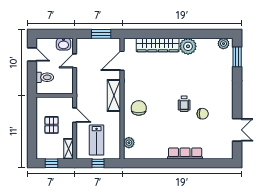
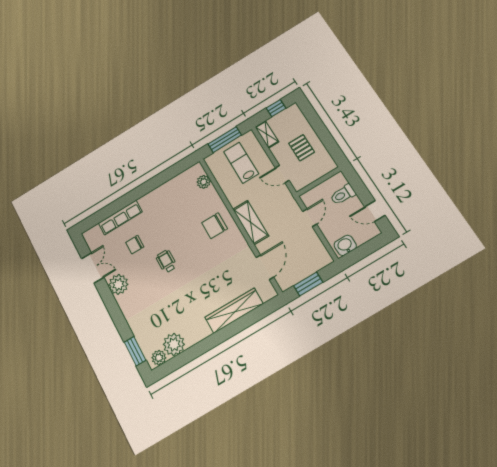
plant: (188, 46) -> (174, 344), moved
door: (75, 61) -> (310, 218), moved
chair: (139, 108) -> (215, 226), turned 90
plant: (225, 108) -> (118, 284), added
chair: (203, 114) -> (135, 245), moved
double door: (237, 130) -> (93, 268), swing flipped
row of seats: (185, 153) -> (120, 217), moved
window: (98, 163) -> (225, 140), width x2.17

